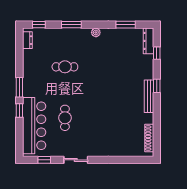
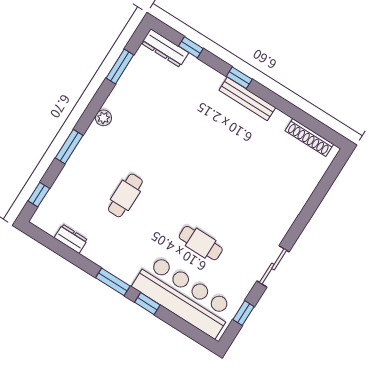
dresser: (27, 40) -> (71, 239), moved

